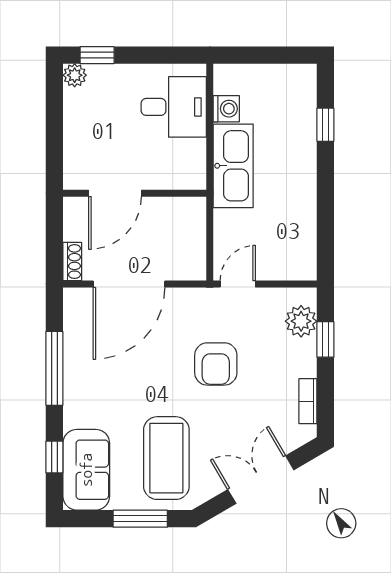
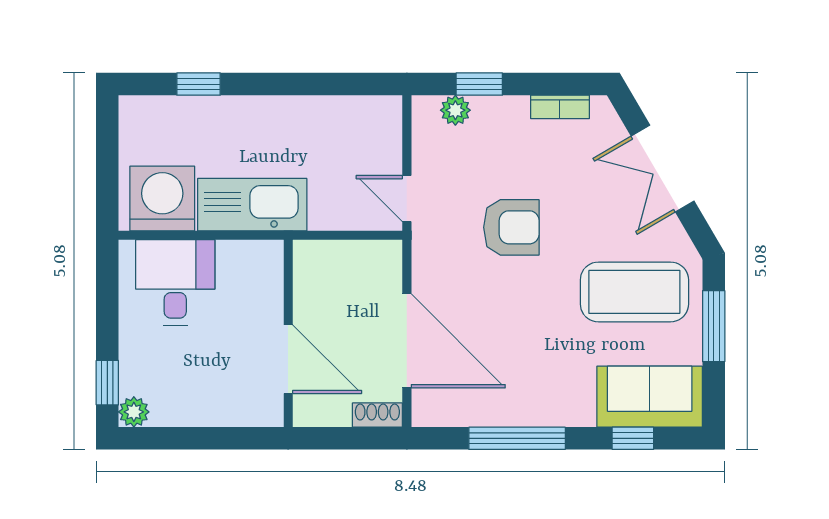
washing machine: (226, 109) -> (162, 198), width x1.89, depth x1.89
plant: (301, 321) -> (455, 110), width x0.73, depth x0.73

